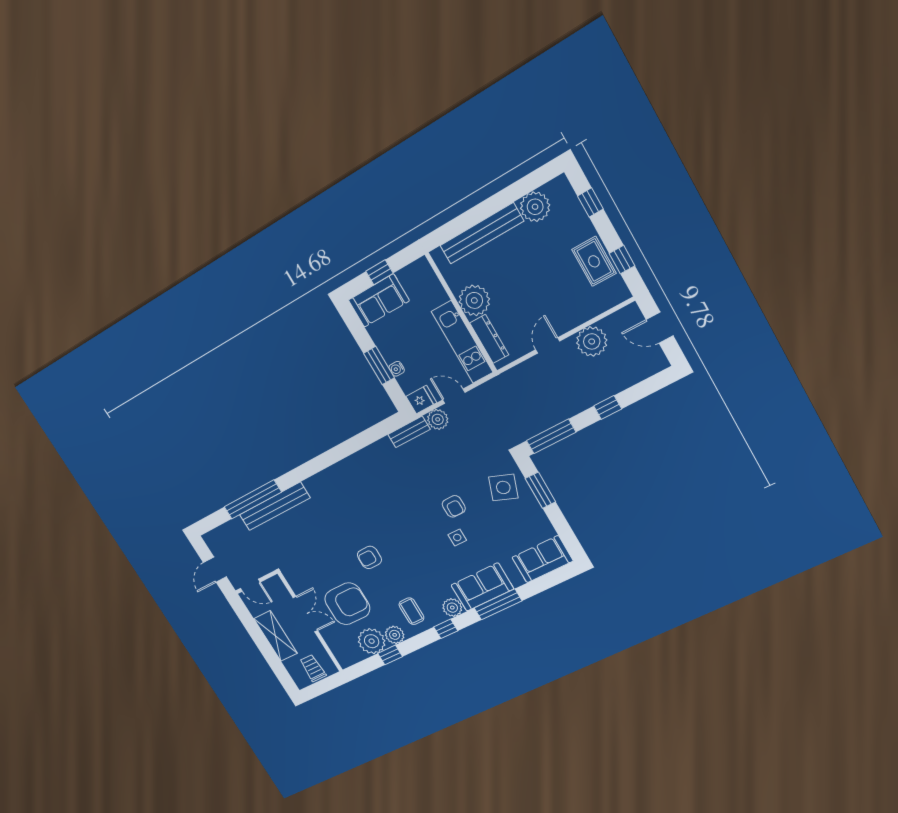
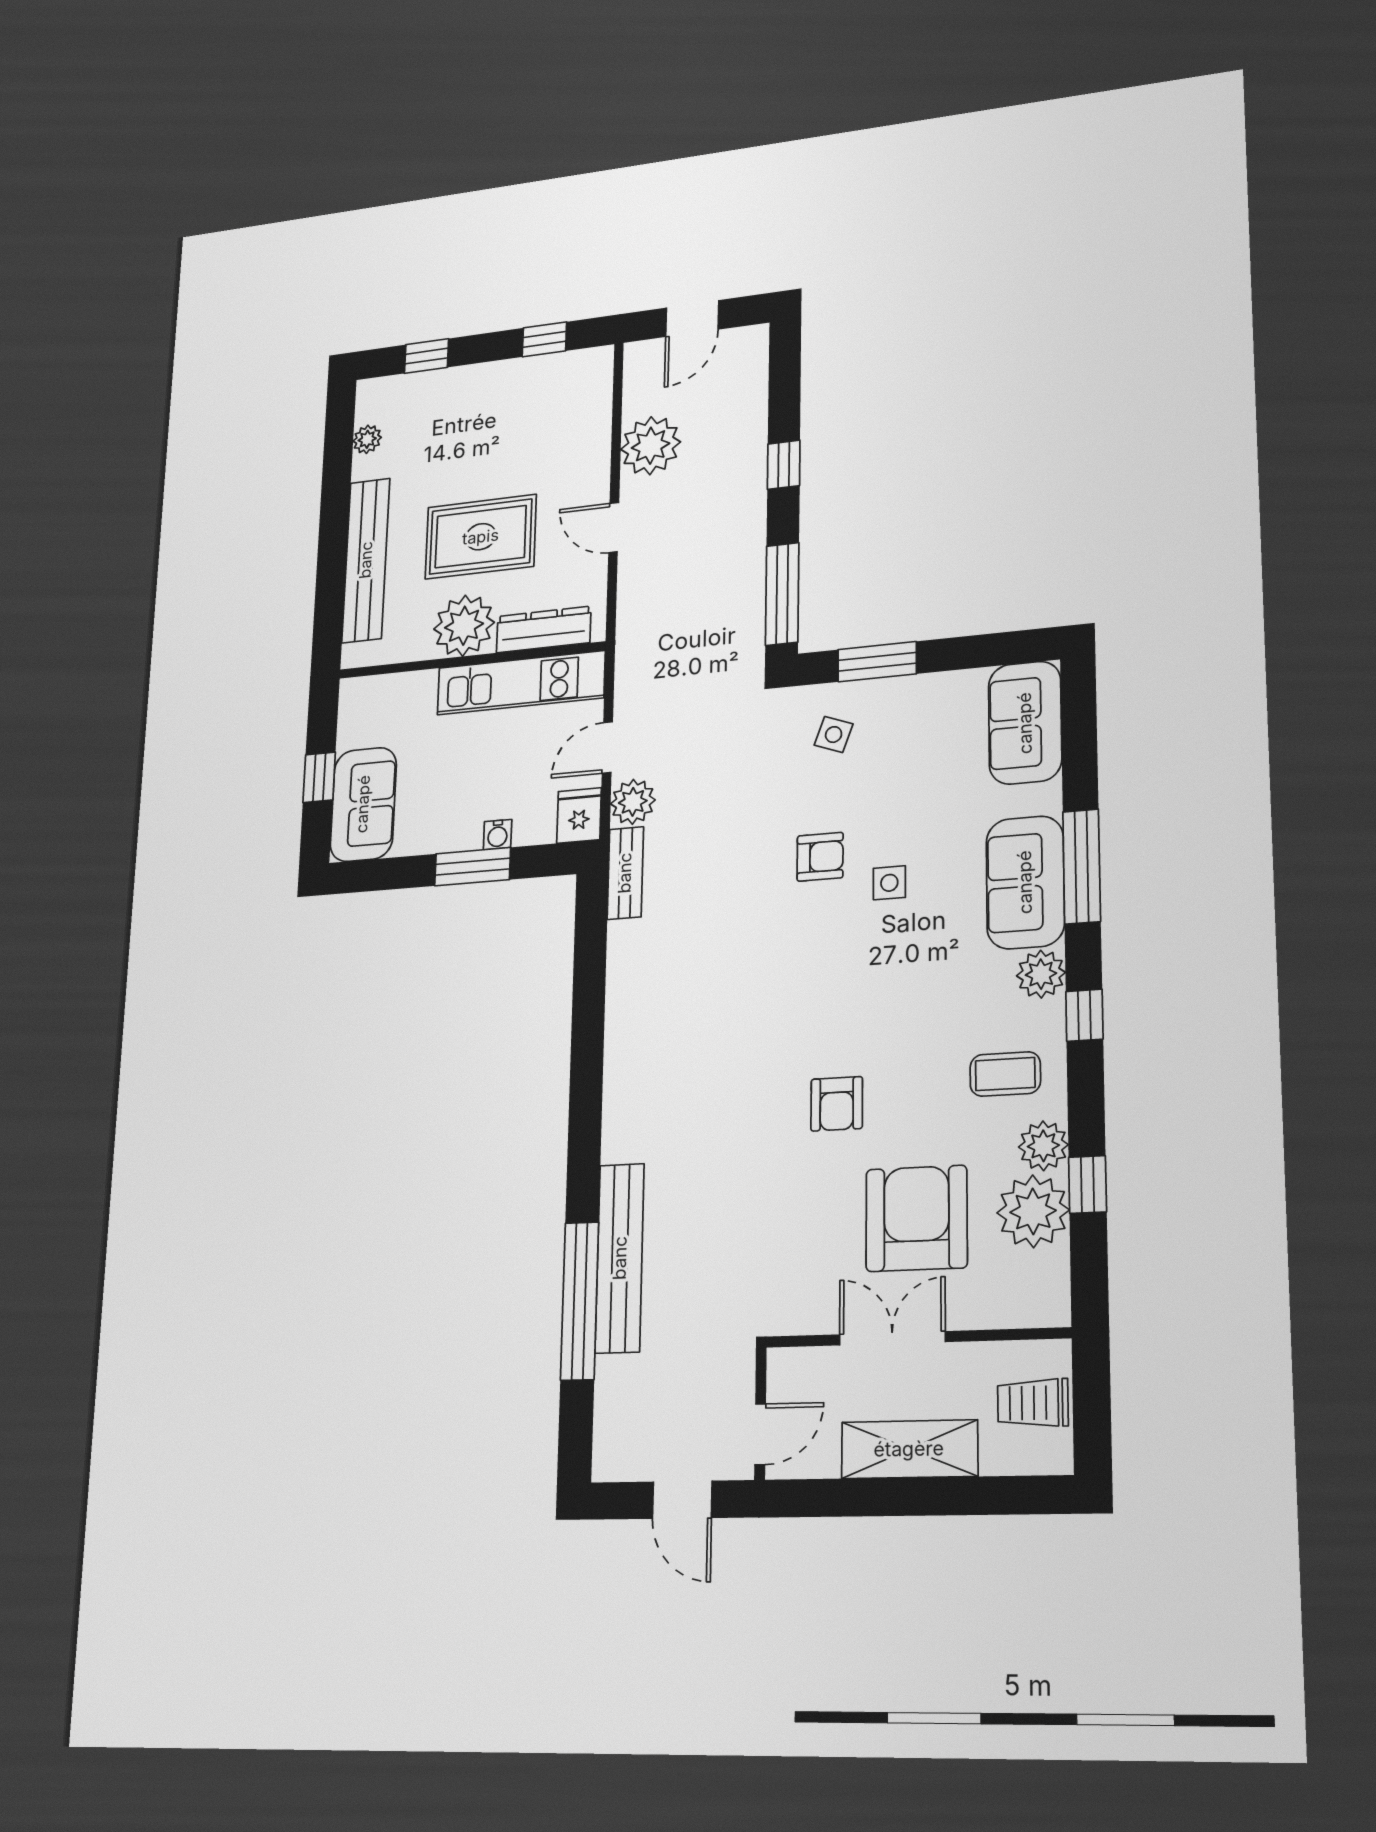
plant: (535, 207) -> (367, 439), width x0.53, depth x0.53
rug: (594, 261) -> (481, 537), moved, width x1.36, depth x1.43
side table: (503, 487) -> (834, 735), width x0.54, depth x0.54

